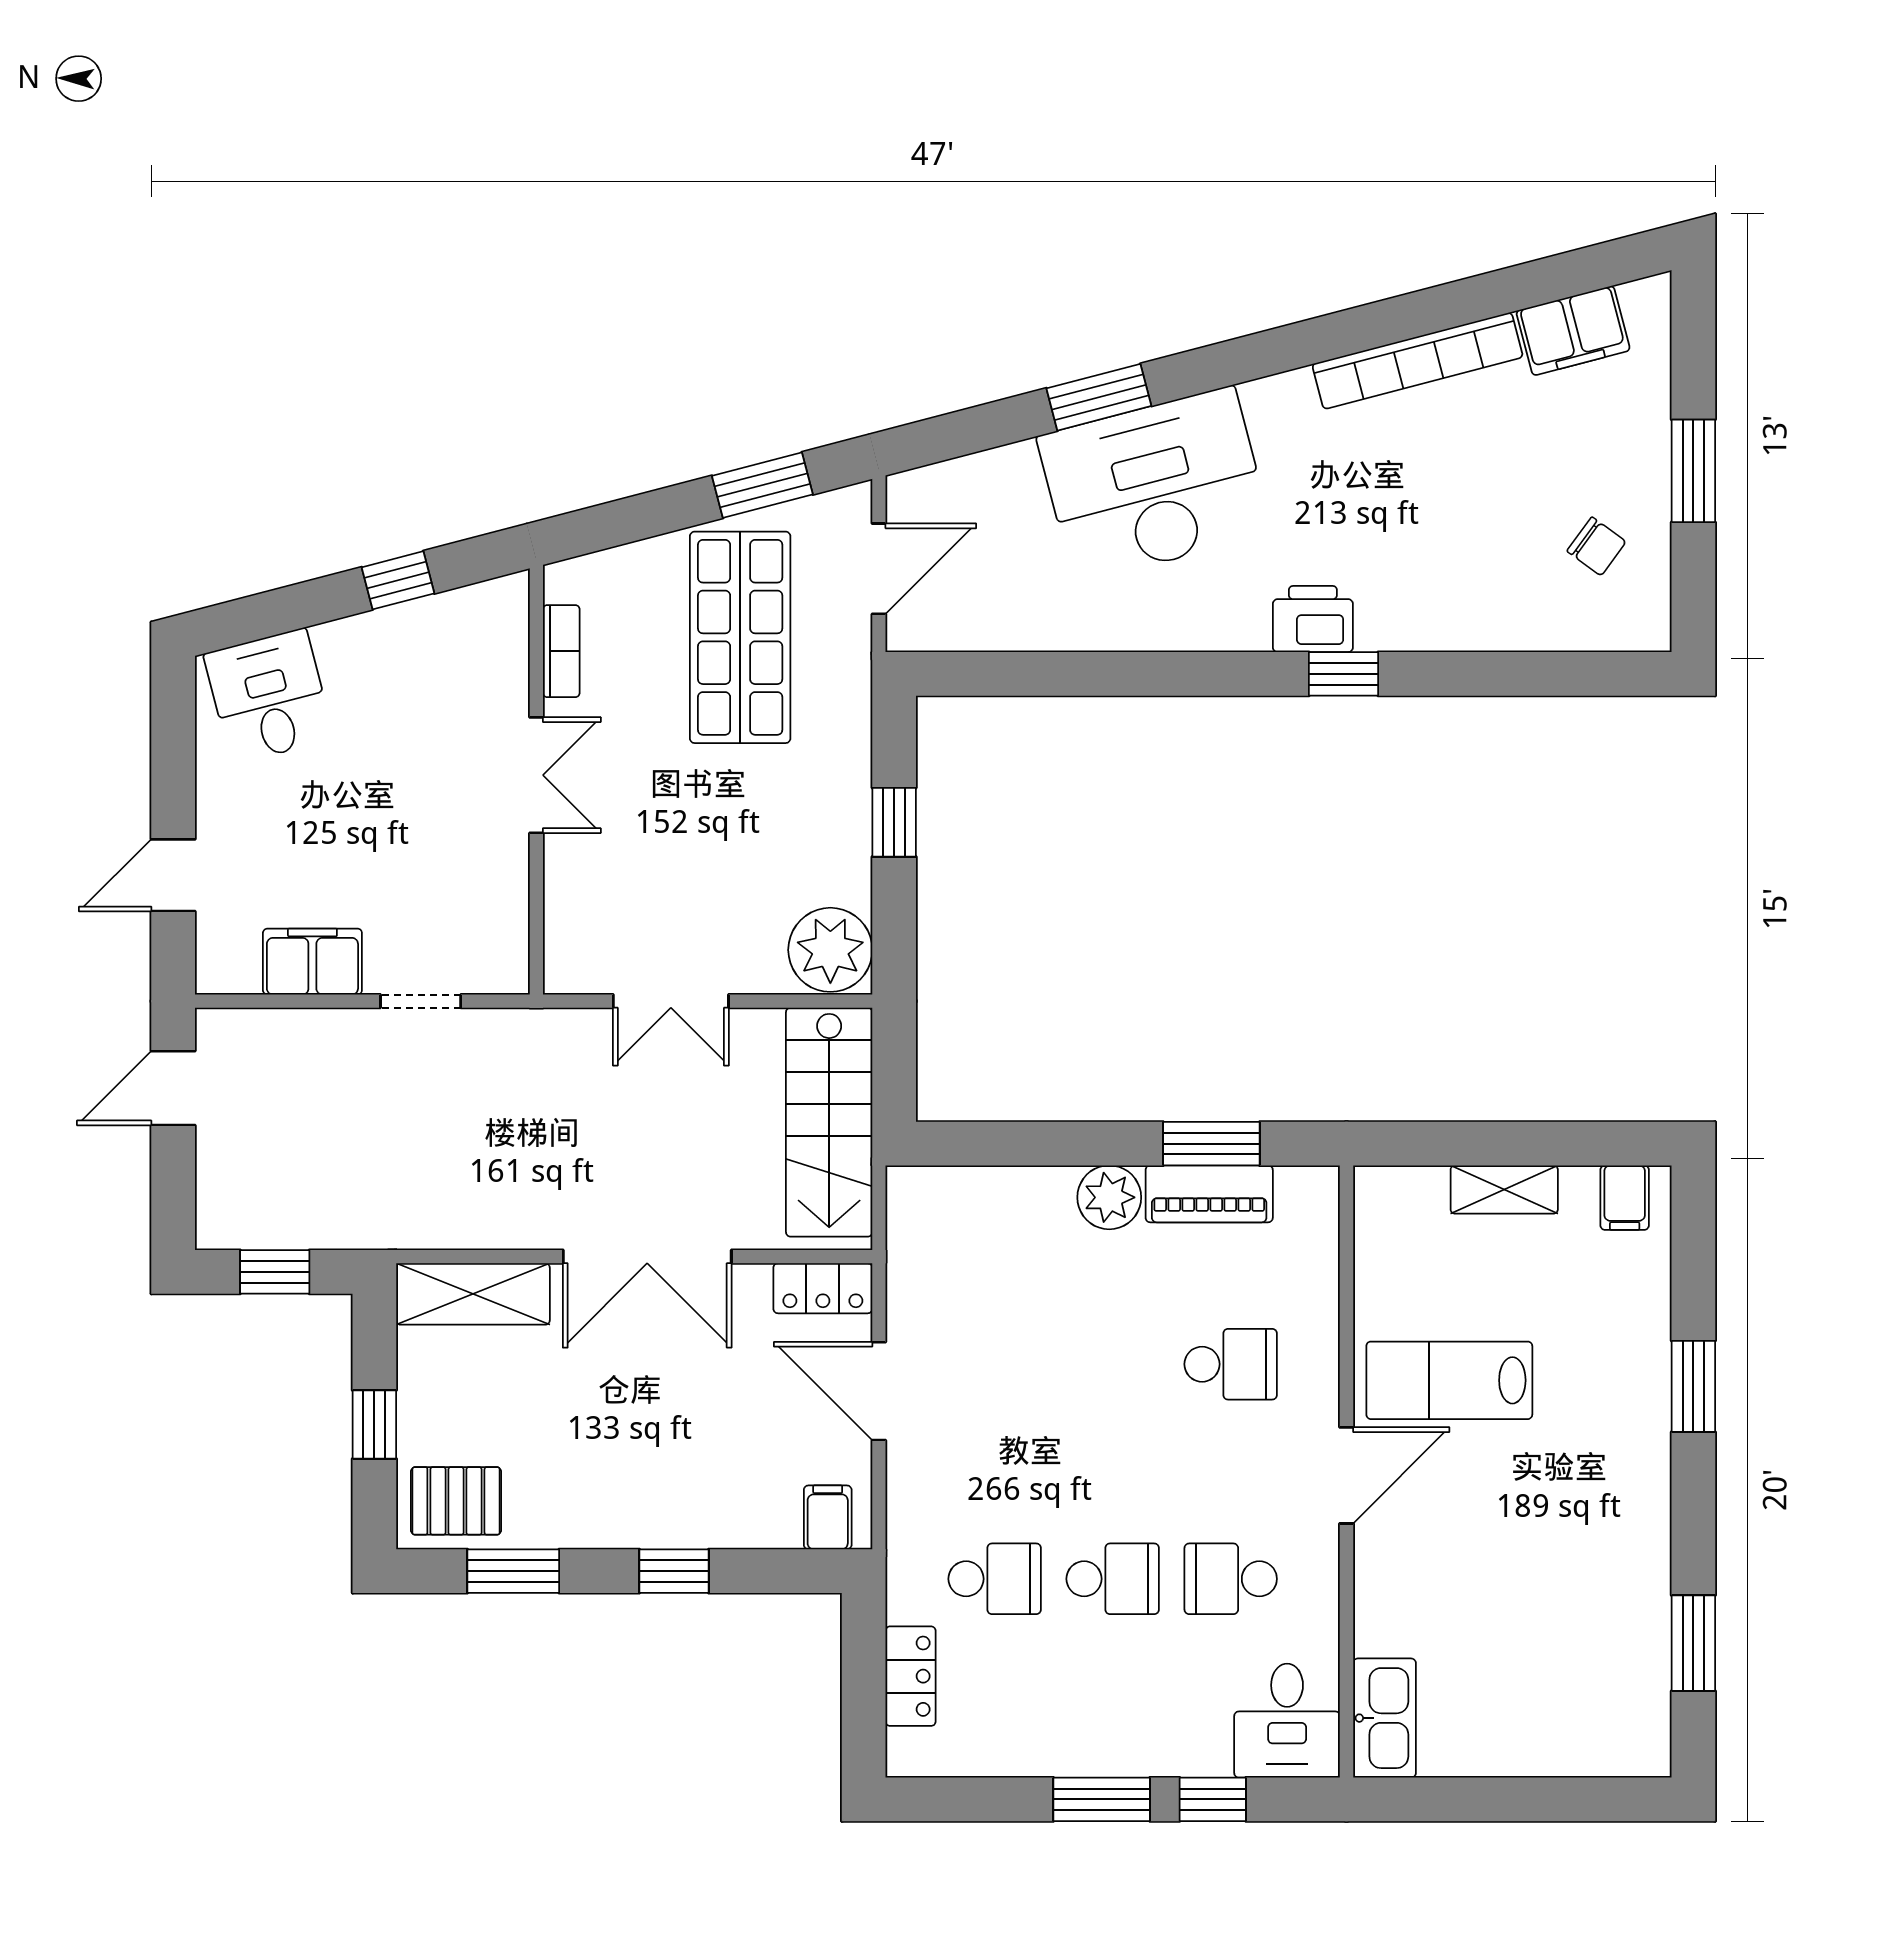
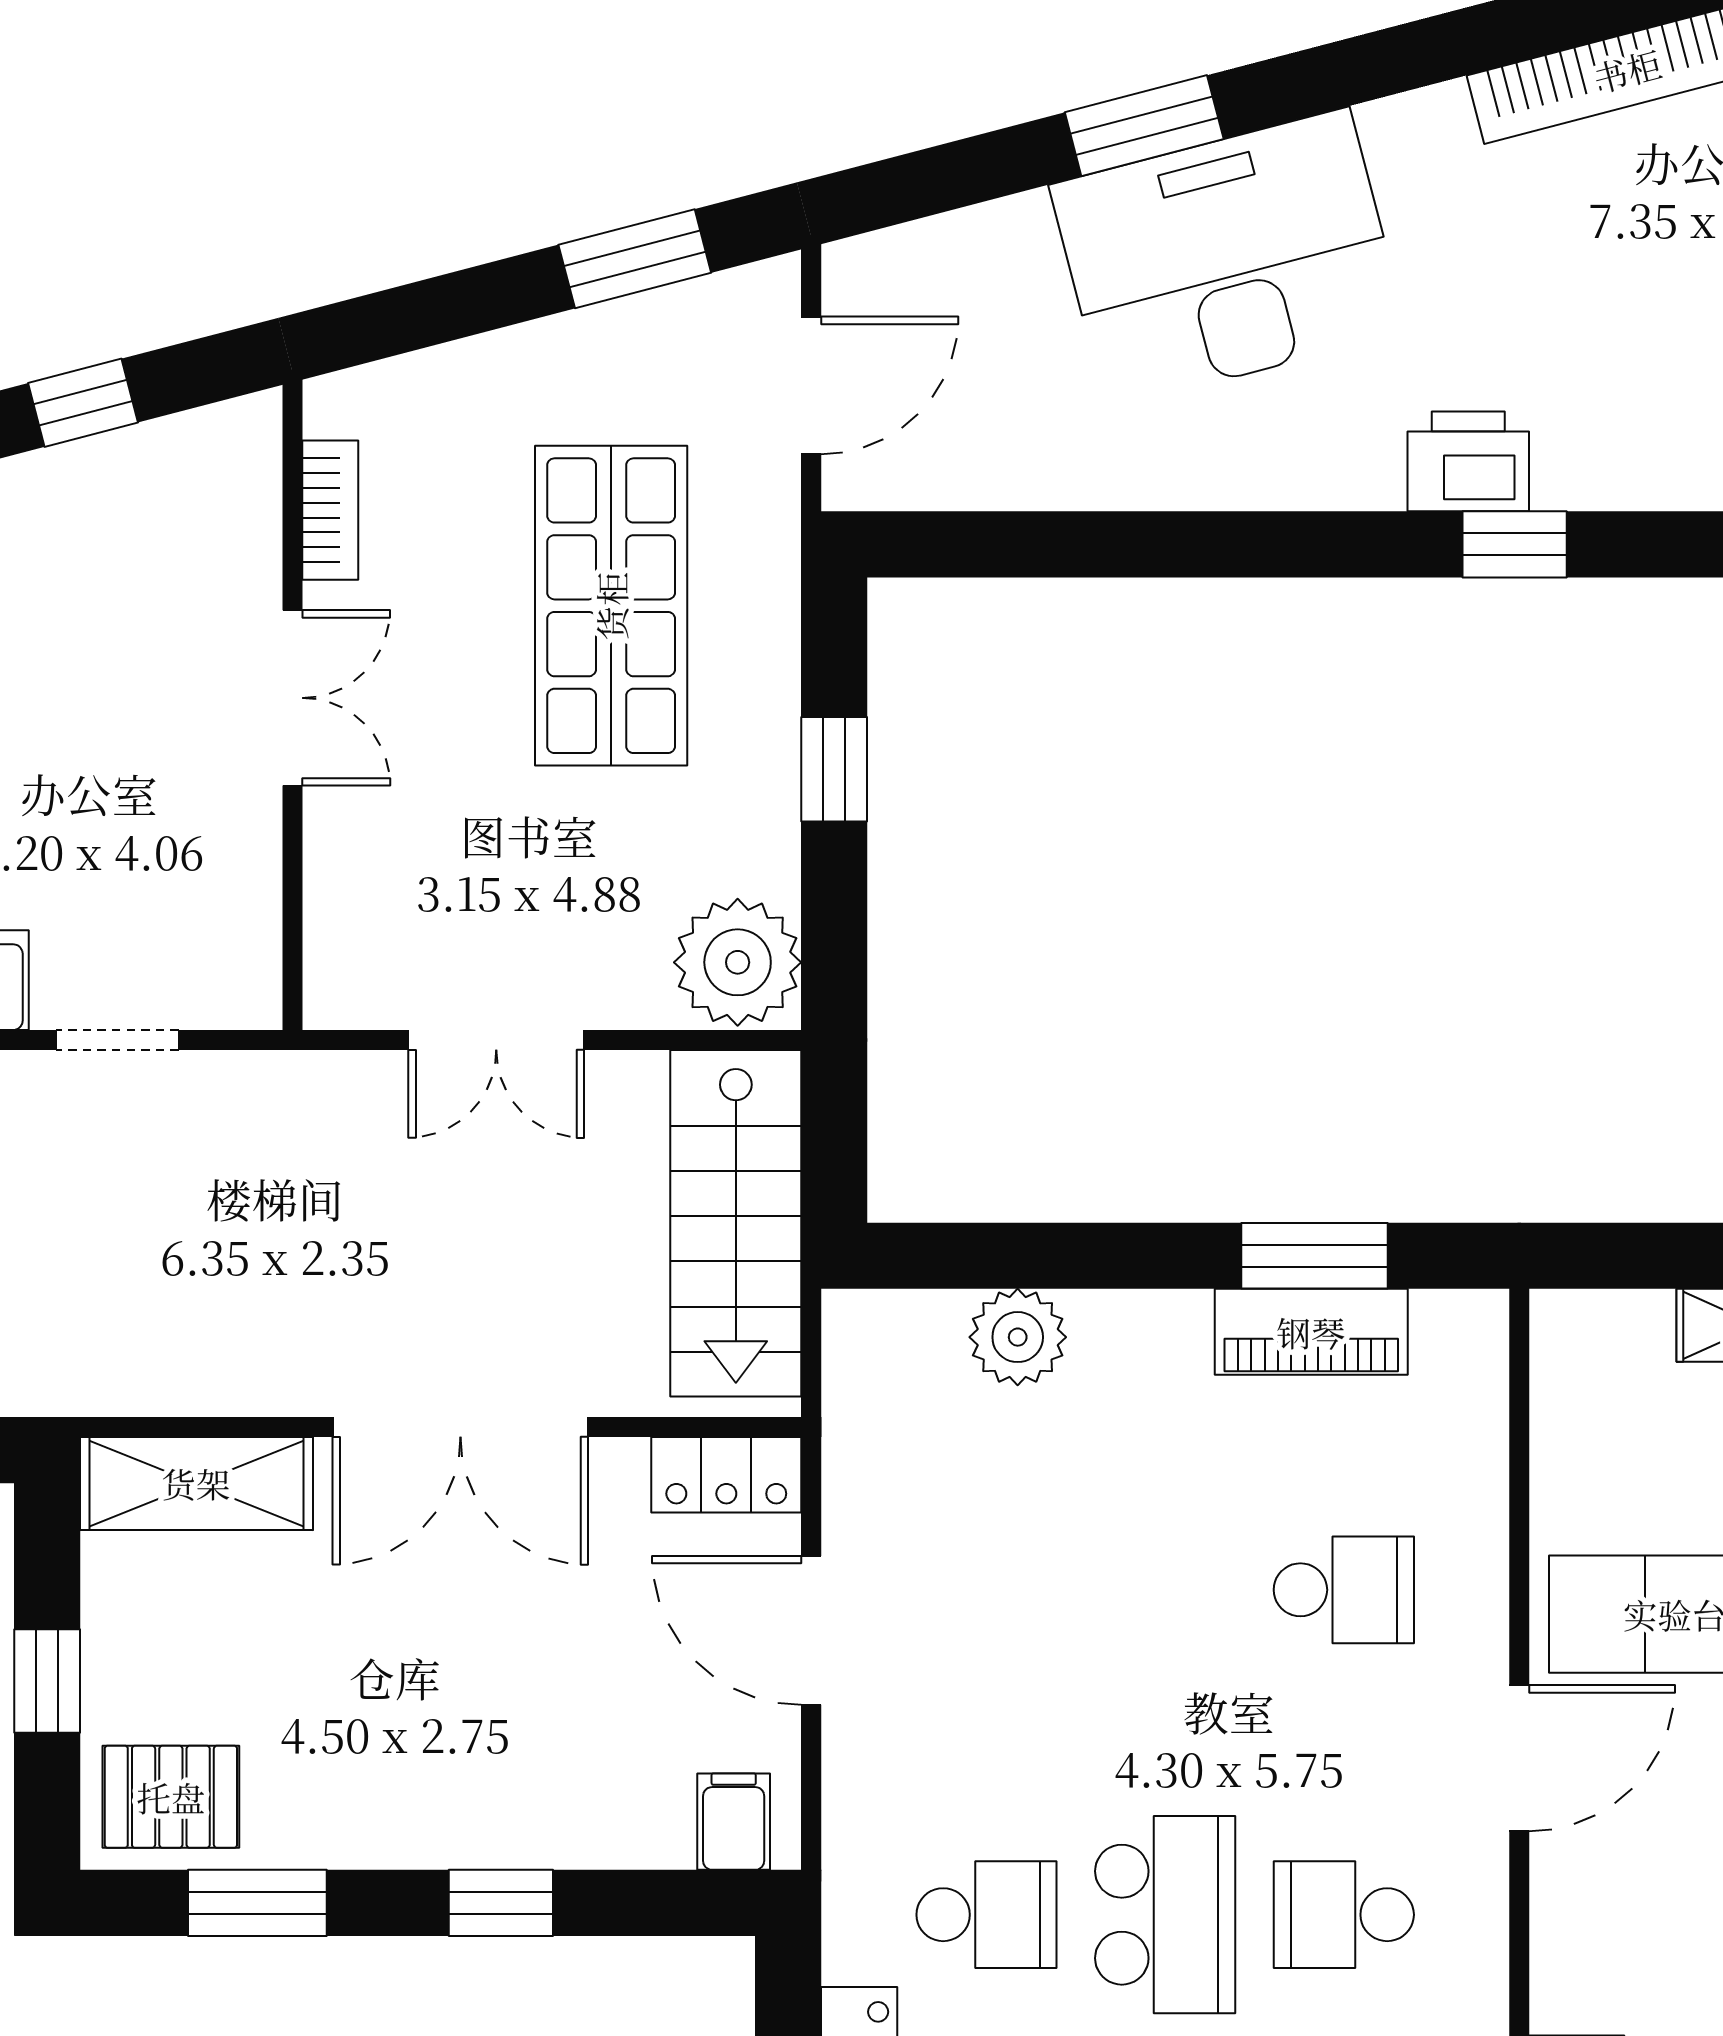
shop shelf: (740, 637) -> (611, 606), moved
plant: (1109, 1197) -> (1018, 1337), moved
school desk: (1113, 1579) -> (1165, 1915), width x1.85

